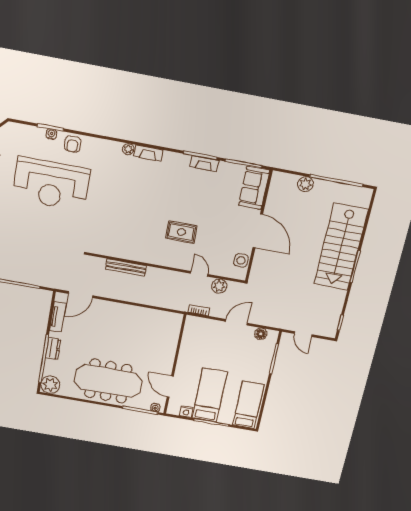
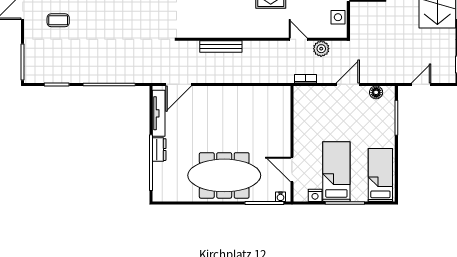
tv unit: (58, 317) -> (159, 113), width x1.41
door: (303, 334) -> (421, 84), swing flipped
plant: (50, 385) -> (163, 191), removed

